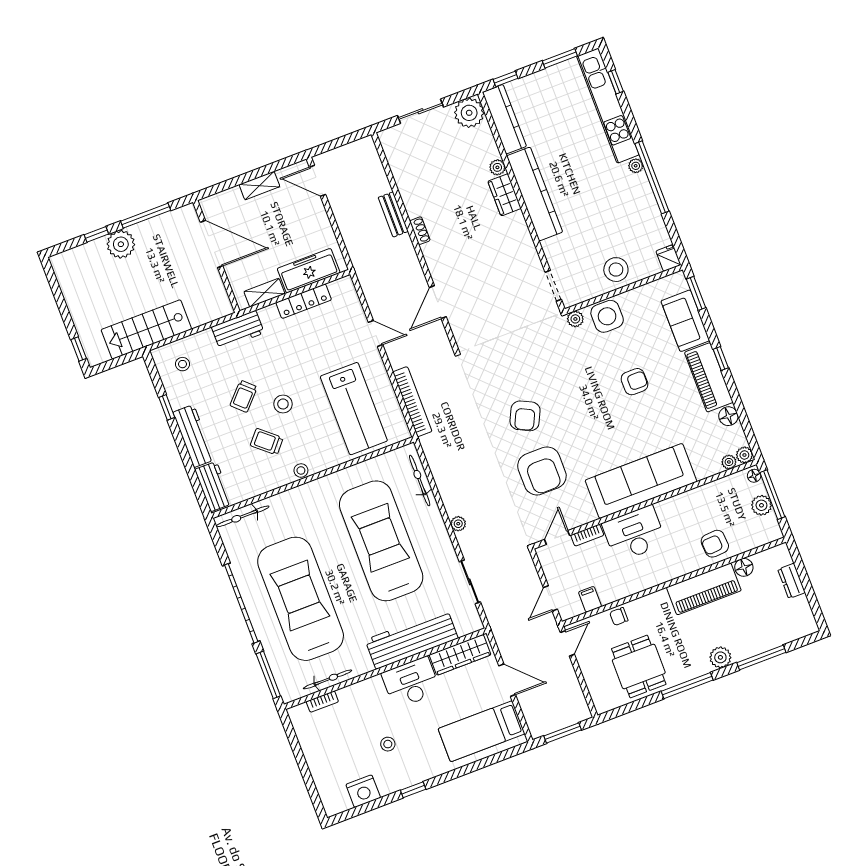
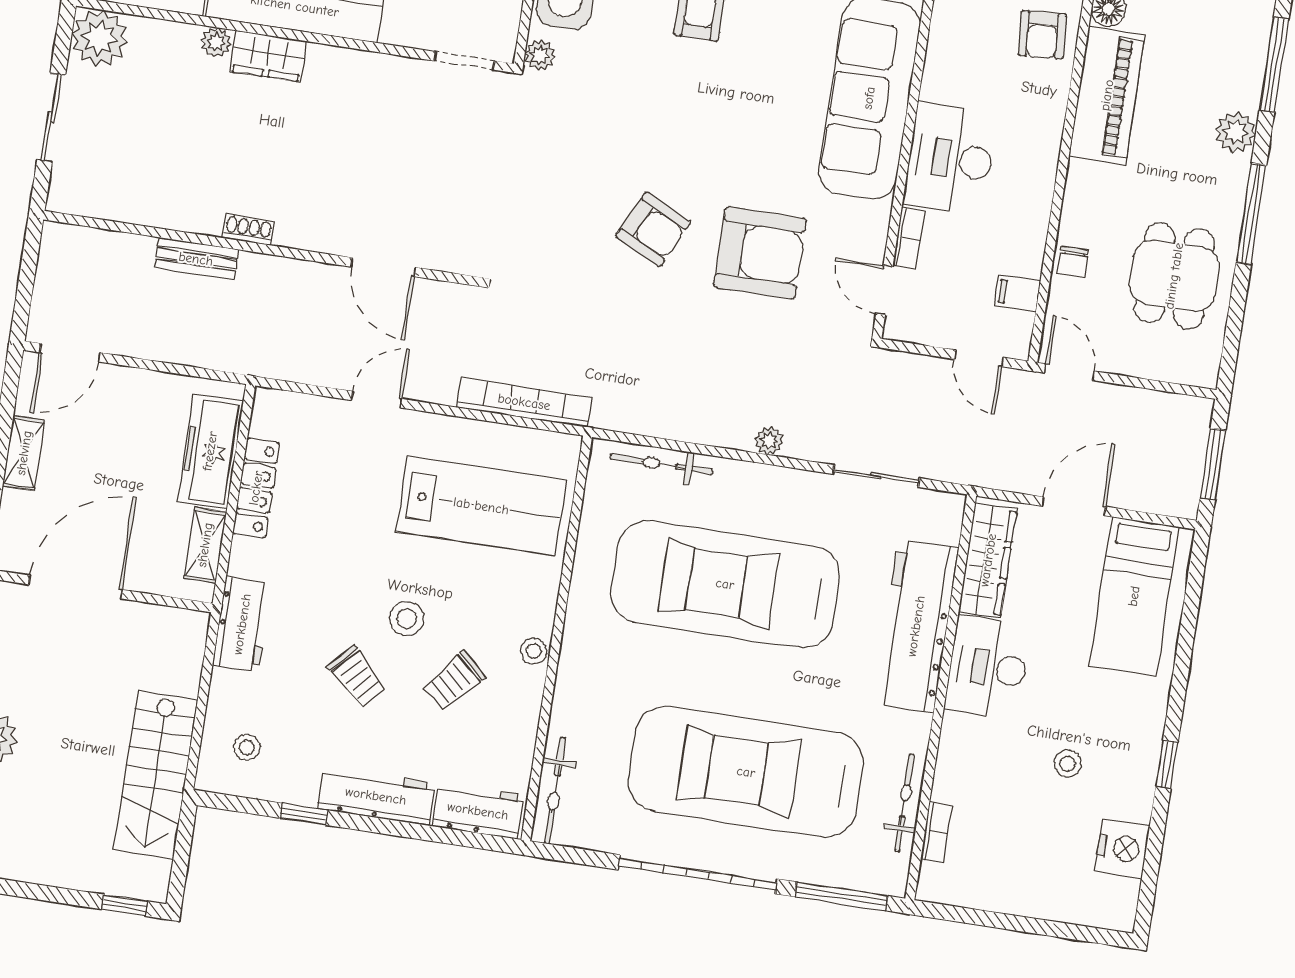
dining table: (639, 667) -> (1174, 276), turned 90

